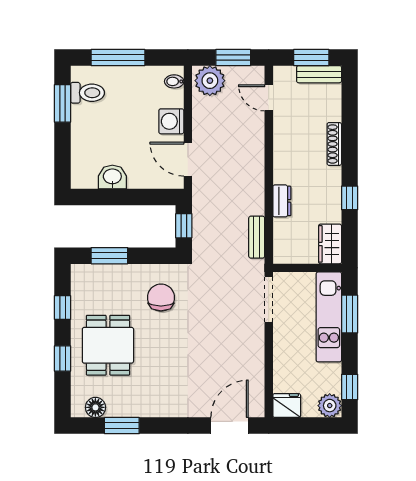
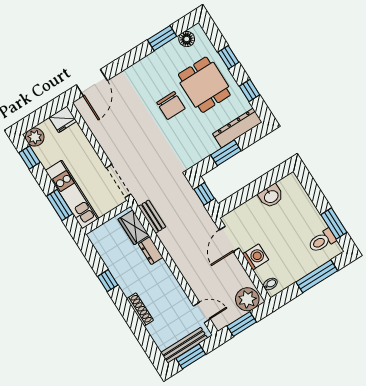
bench: (319, 74) -> (184, 345), width x1.36
door: (188, 159) -> (229, 239), swing flipped
wardrobe: (330, 244) -> (134, 227), moved, turned 180
window: (109, 256) -> (226, 153), moved
dresser: (102, 275) -> (237, 128), added
chair: (161, 298) -> (171, 105), moved

